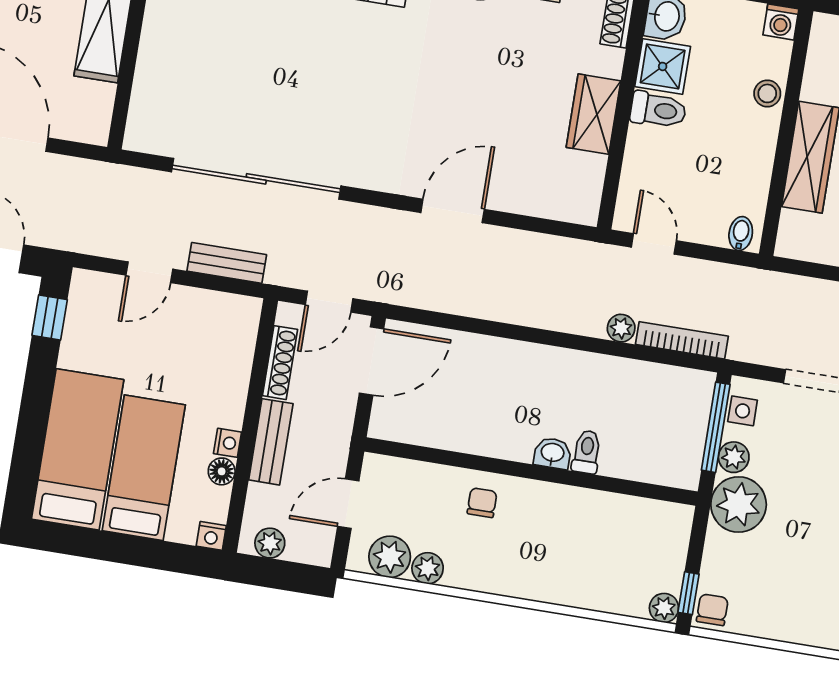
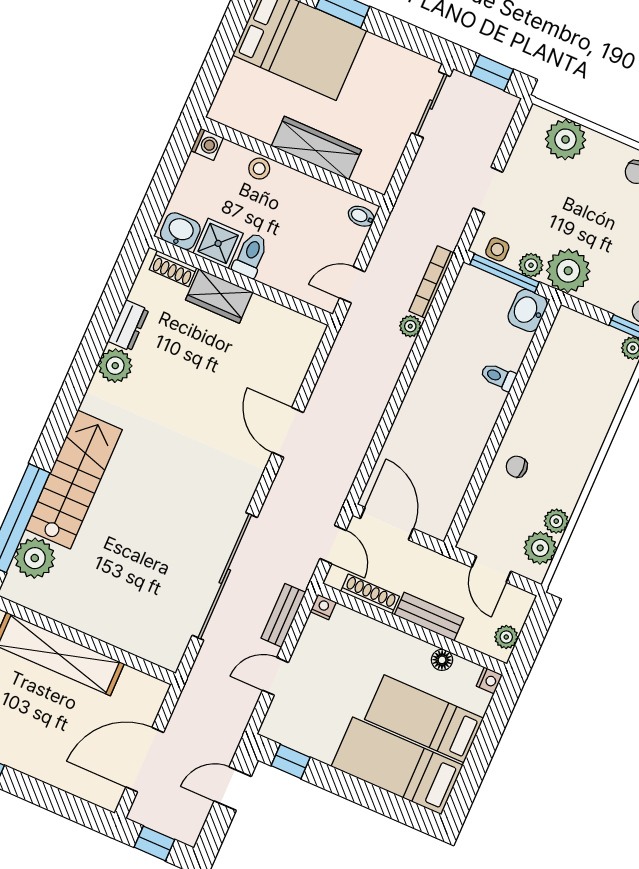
wardrobe: (593, 114) -> (219, 296), moved
door: (149, 272) -> (275, 676), swing flipped
nightstand: (228, 443) -> (323, 607), moved
washbasin: (552, 453) -> (528, 310), moved, width x1.38, depth x1.45

